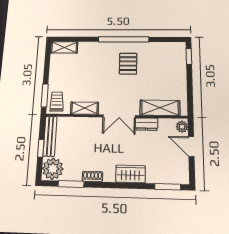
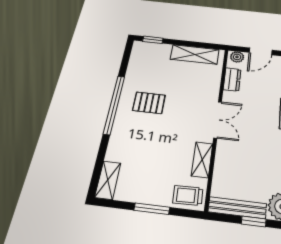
window: (45, 95) -> (152, 209), moved
shelving: (160, 108) -> (195, 54), moved, turned 90
dresser: (146, 124) -> (232, 79), moved

